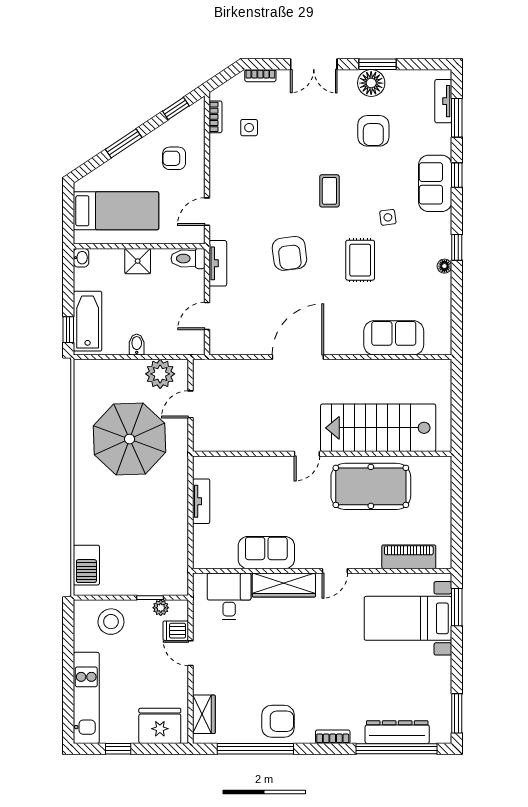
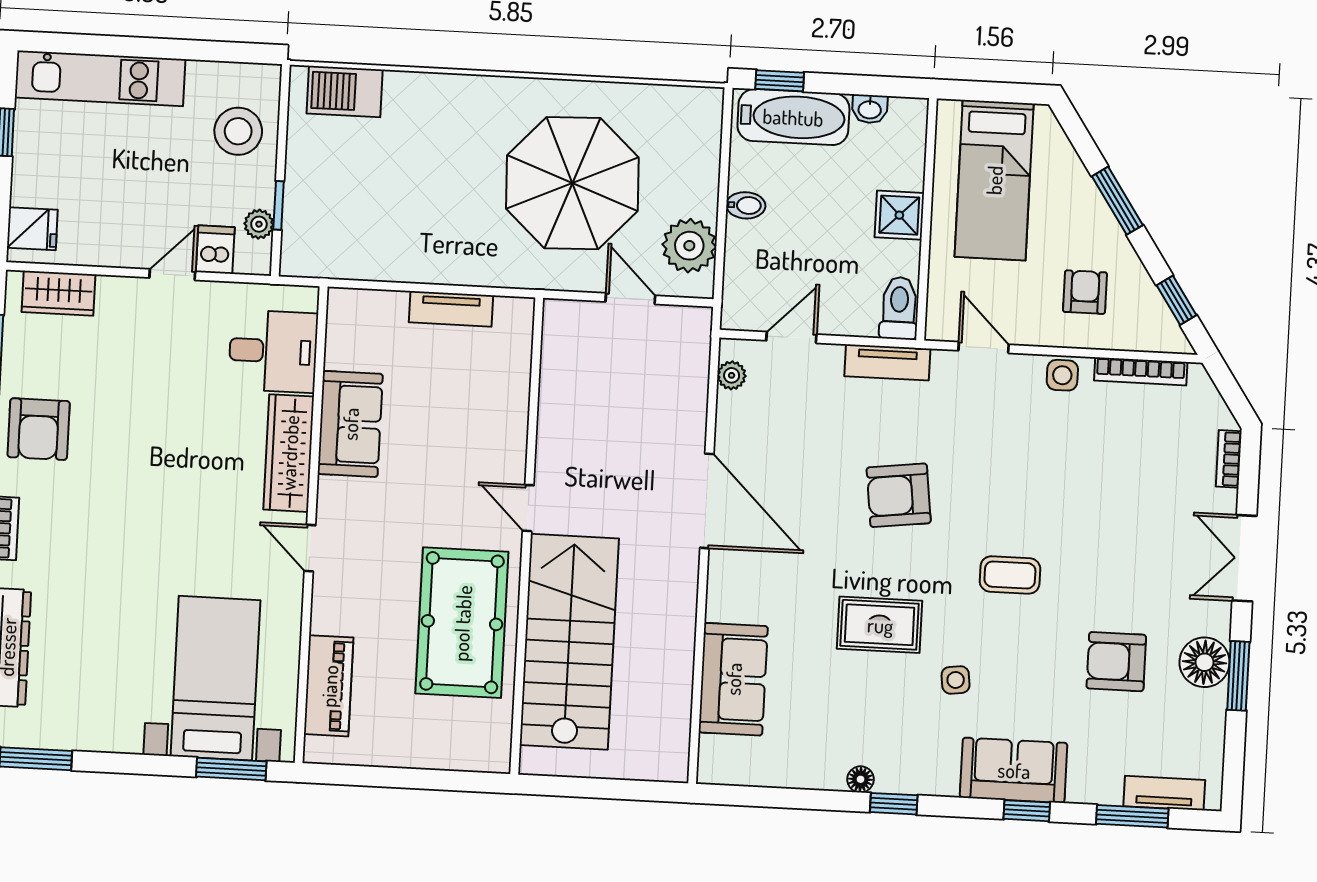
bookcase: (215, 117) -> (1141, 371), width x1.56
side table: (249, 128) -> (1062, 375), moved
washbasin: (81, 258) -> (870, 109), moved
door: (207, 316) -> (791, 337), hinge flipped
plant: (229, 347) -> (732, 375), added
fridge: (160, 726) -> (32, 229), width x0.53, depth x0.75

